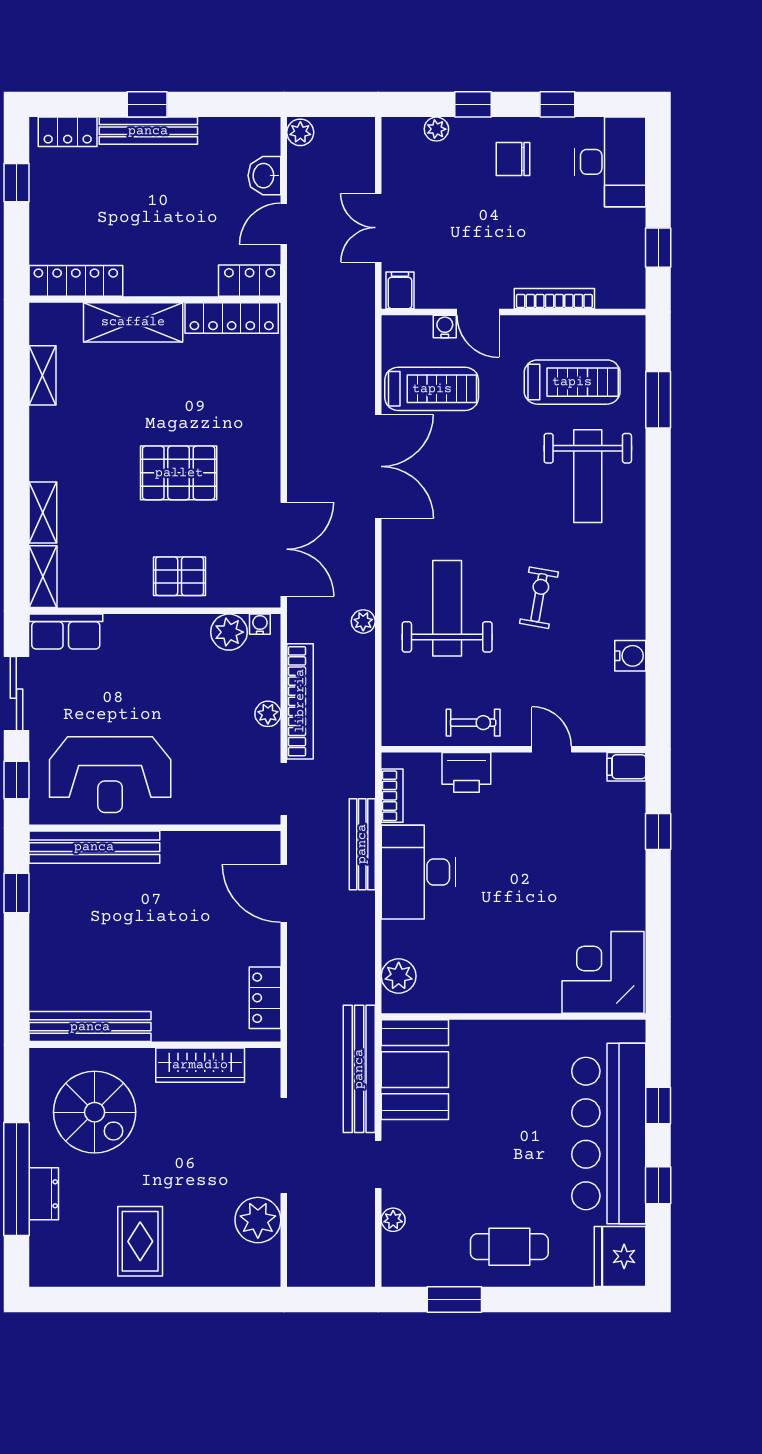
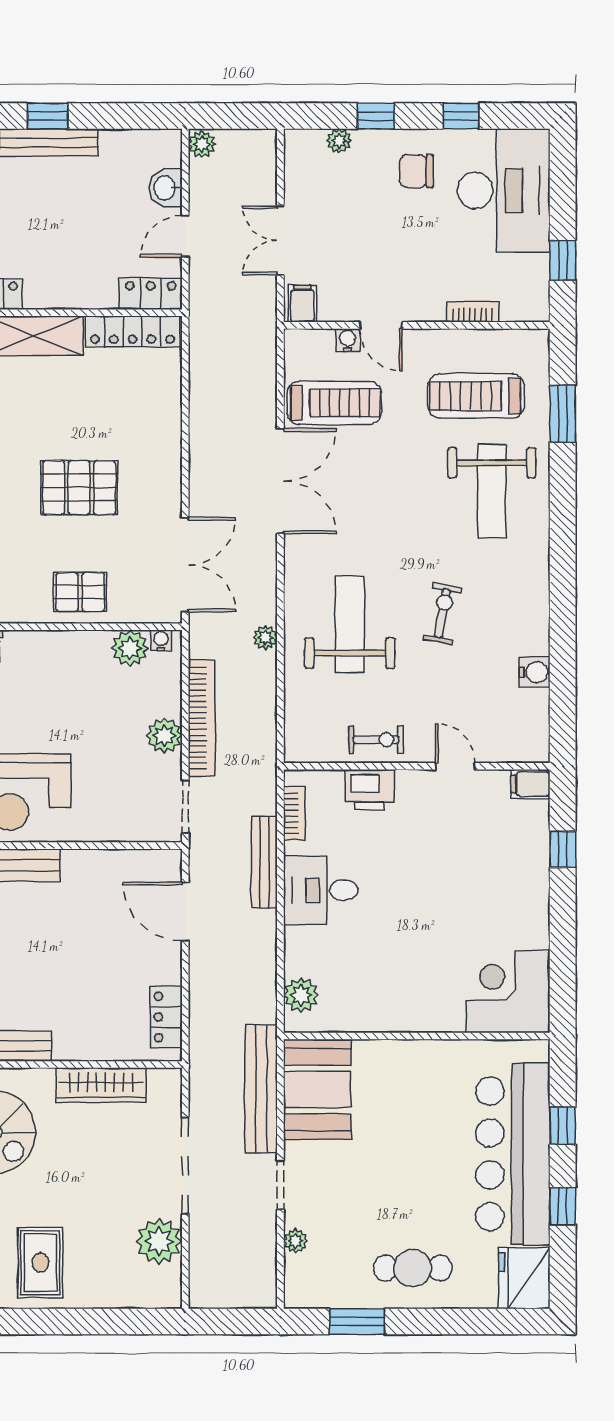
desk: (610, 162) -> (504, 190), width x1.36, depth x1.30
bookcase: (554, 299) -> (473, 312), width x0.64
treadmill: (572, 382) -> (476, 396), turned 180
plant: (268, 714) -> (164, 736), width x1.38, depth x1.38
desk: (418, 872) -> (321, 890), width x0.73

